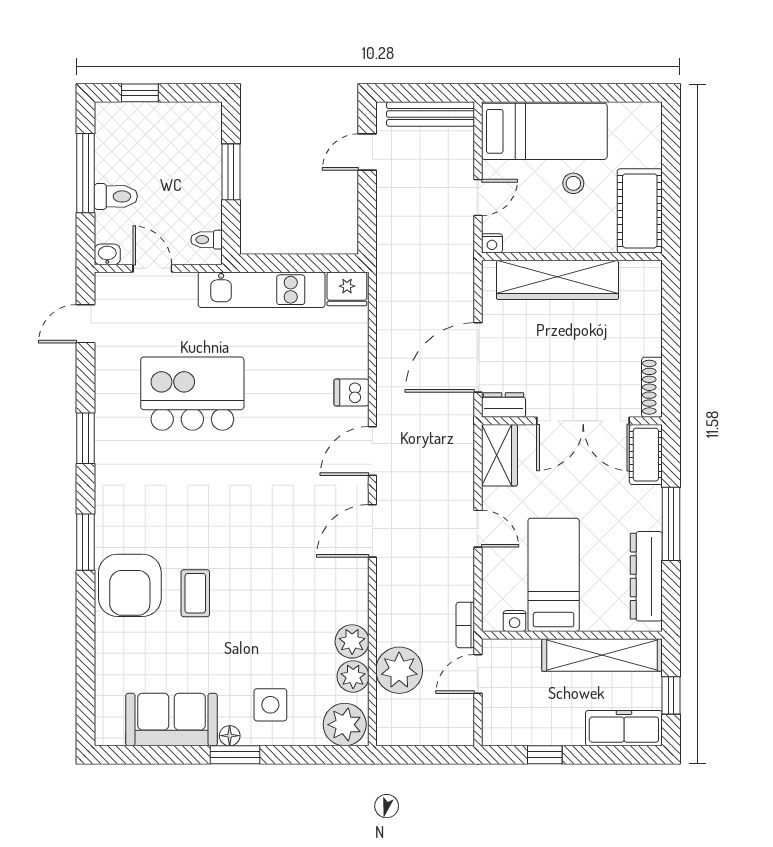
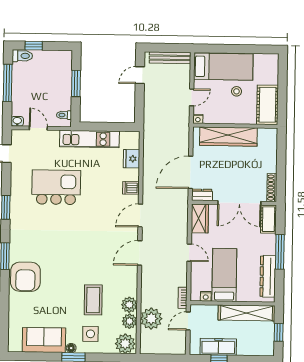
toilet: (116, 196) -> (22, 56), moved
fridge: (347, 289) -> (132, 159), moved, turned 90
coffee table: (195, 593) -> (93, 300), moved, width x1.36, depth x1.30
freezer: (624, 728) -> (218, 347), moved

